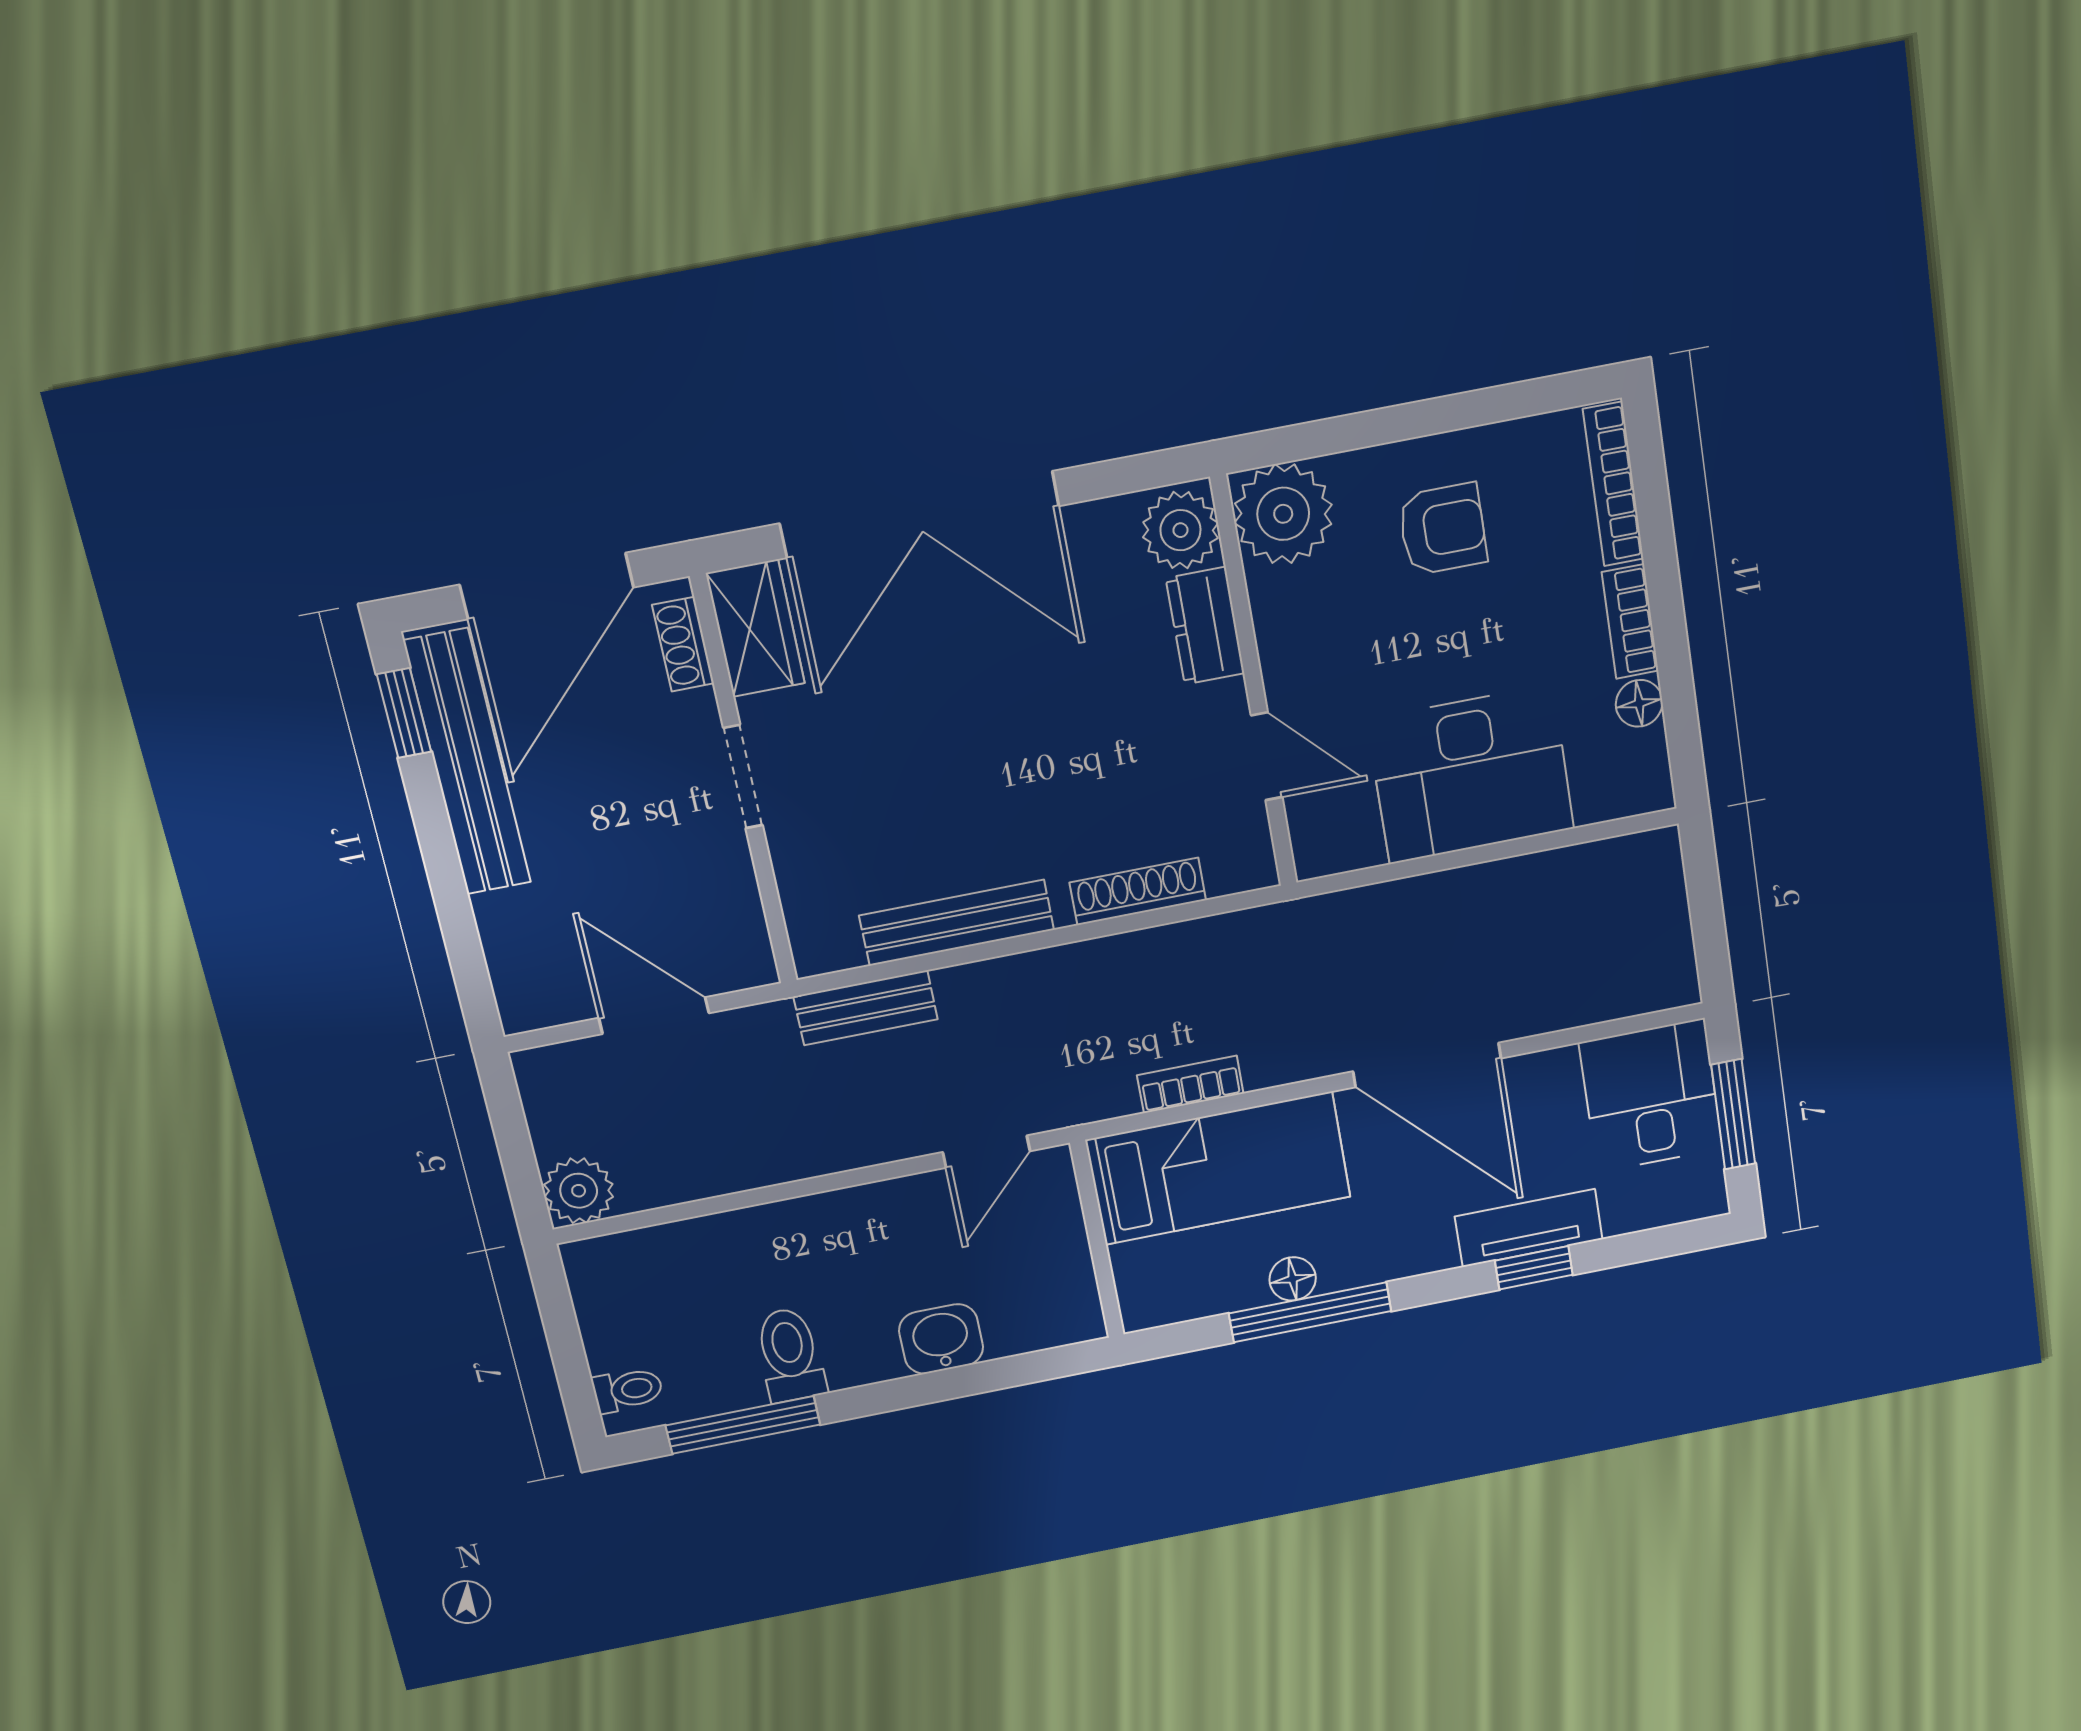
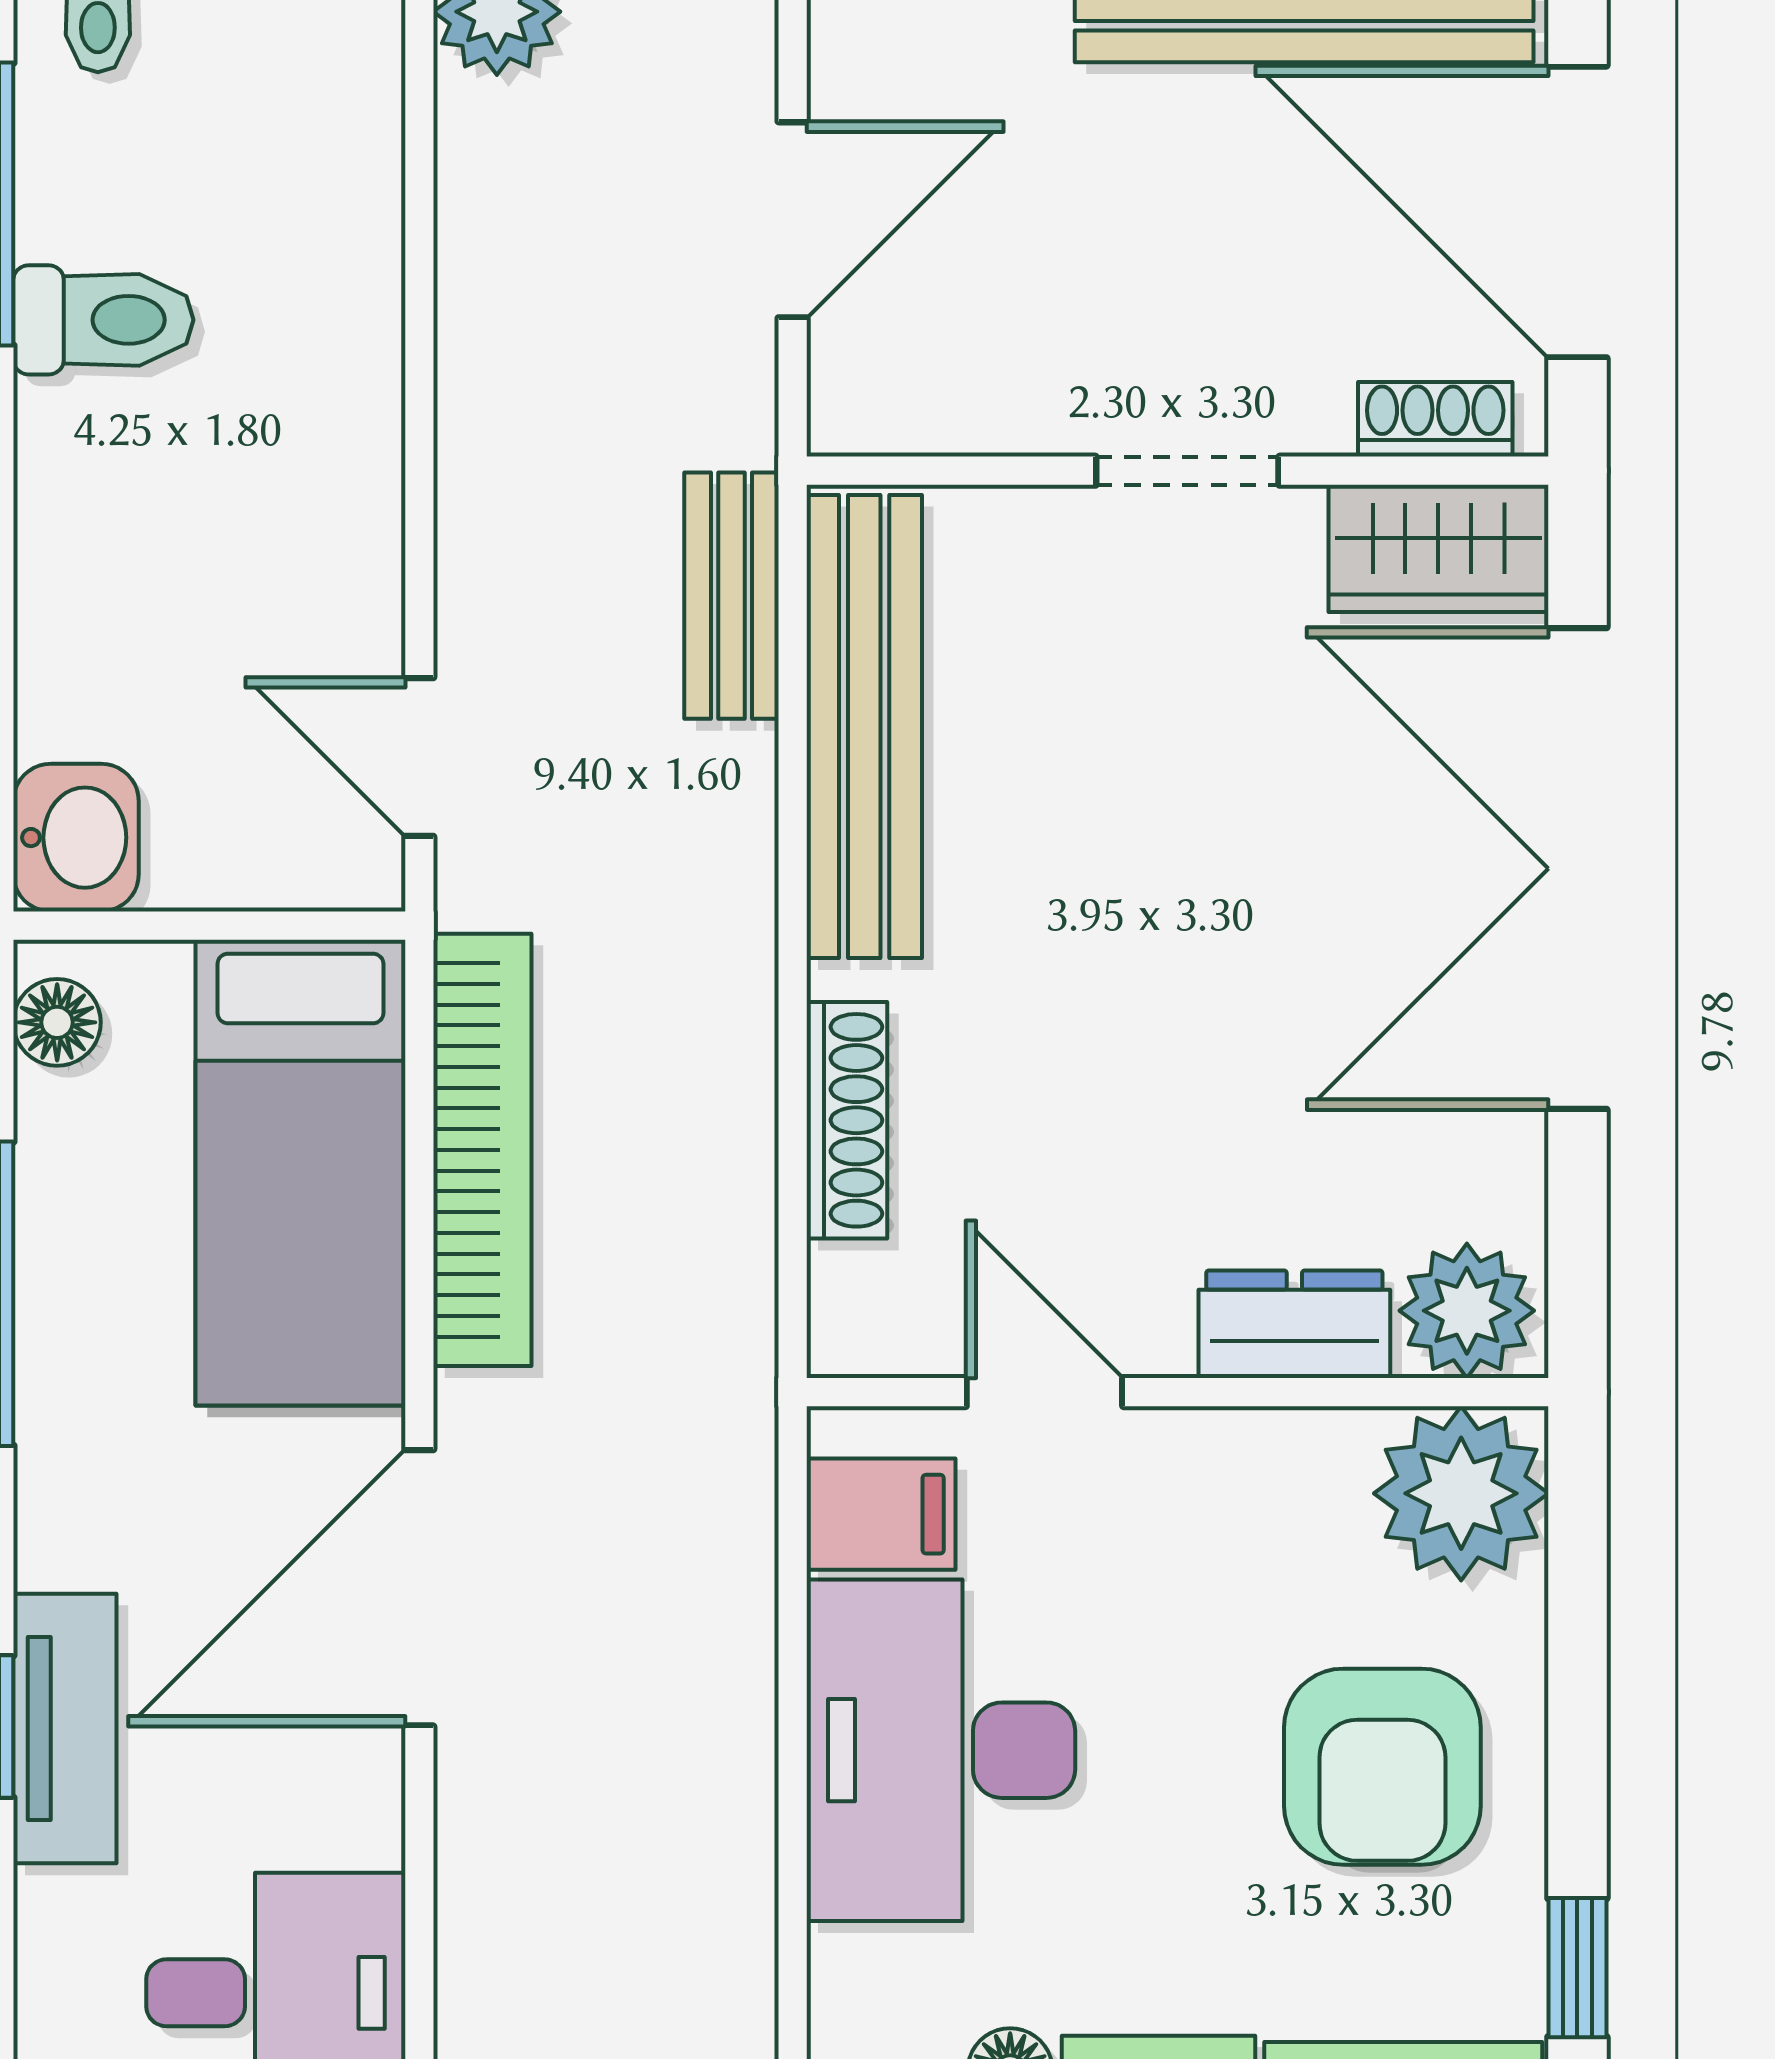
window: (1538, 396) -> (1577, 1968), added
armchair: (1443, 529) -> (1382, 1767), width x1.38, depth x1.38
door: (1267, 756) -> (1044, 1392), swing flipped
filing cabinet: (1348, 832) -> (881, 1514), added
bench: (957, 923) -> (864, 727), width x1.37, depth x1.21
bookcase: (1190, 1084) -> (482, 1150), width x2.31, depth x1.31
floor lamp: (1293, 1279) -> (57, 1022), moved
washbasin: (941, 1339) -> (76, 838), moved

